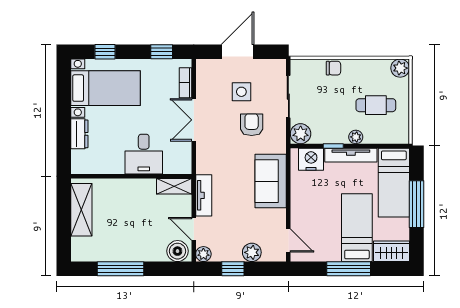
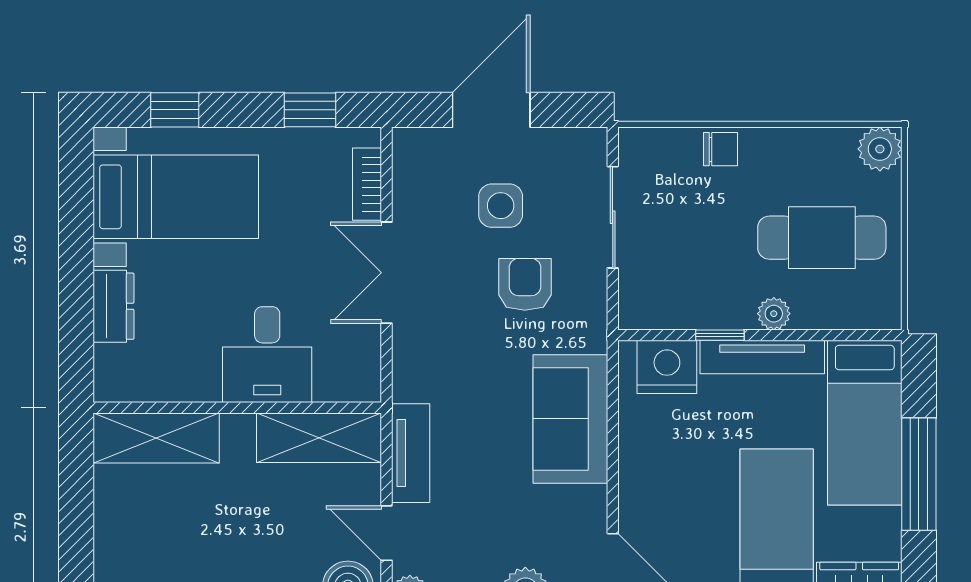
cafe table: (376, 105) -> (822, 238), width x1.37, depth x1.35
plant: (301, 134) -> (642, 306), removed
shelving: (174, 186) -> (319, 438), width x1.50, depth x1.33
shelving: (81, 210) -> (156, 438), moved, turned 90

